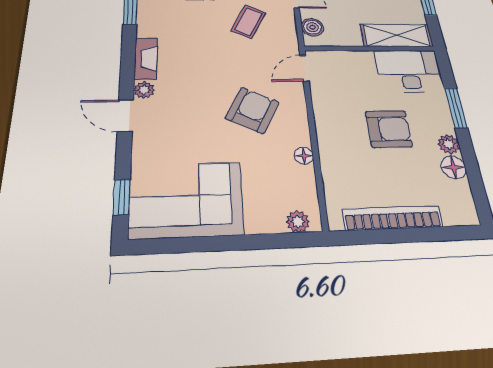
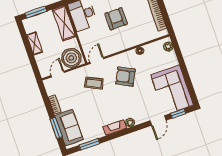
coffee table: (248, 22) -> (94, 83), moved
boiler: (312, 27) -> (71, 58), width x1.86, depth x1.86
door: (305, 68) -> (97, 60), swing flipped
door: (125, 116) -> (158, 120), moved

